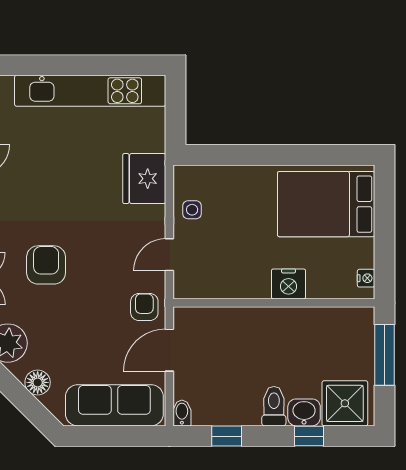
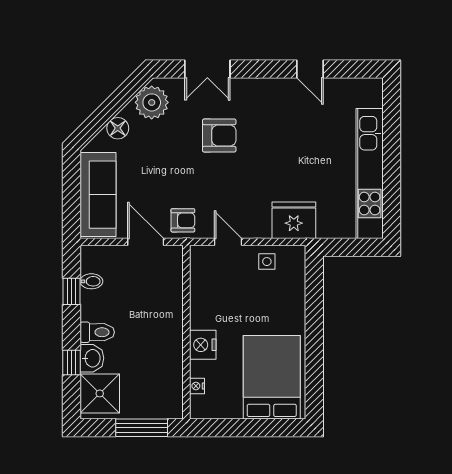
nightstand: (366, 278) -> (197, 386), moved, turned 90
bidet: (182, 413) -> (91, 281), moved

